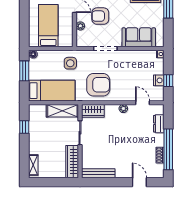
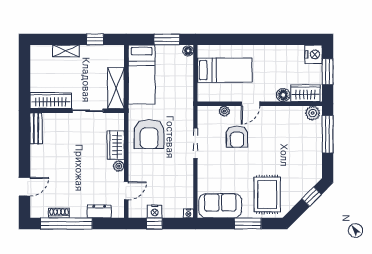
armchair: (100, 16) -> (237, 137), turned 180
sofa: (139, 37) -> (220, 206), moved, turned -90
side table: (70, 63) -> (177, 98), removed
wardrobe: (93, 111) -> (116, 145), moved
shelving: (33, 165) -> (66, 51), moved
bench: (98, 173) -> (36, 128), width x0.73

